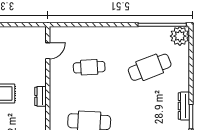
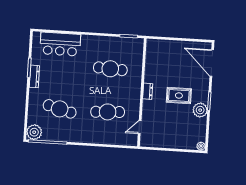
cafe table: (89, 67) -> (108, 112), width x1.37, depth x1.35
cafe table: (150, 67) -> (60, 109), turned 36

